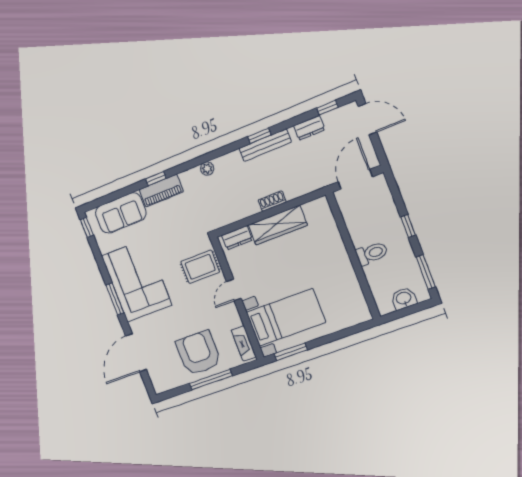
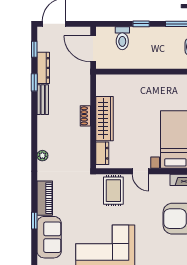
dresser: (309, 128) -> (43, 68), width x1.44
window: (259, 136) -> (34, 82), moved
bench: (265, 145) -> (43, 100), width x0.73
window: (156, 179) -> (34, 221), moved
toilet: (372, 253) -> (122, 38), moved, turned 180

